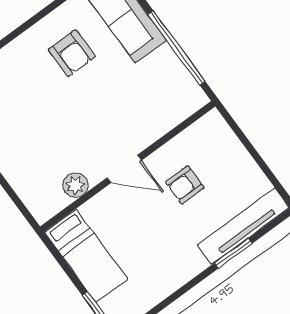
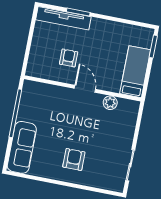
armchair: (72, 53) -> (74, 159), moved
armchair: (185, 185) -> (69, 58), turned -90

